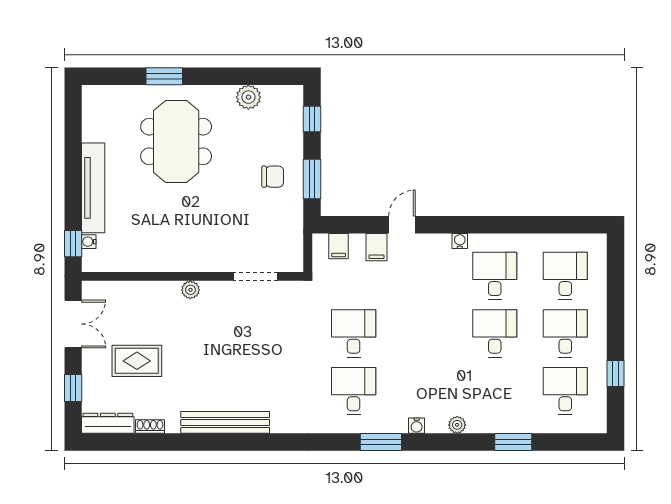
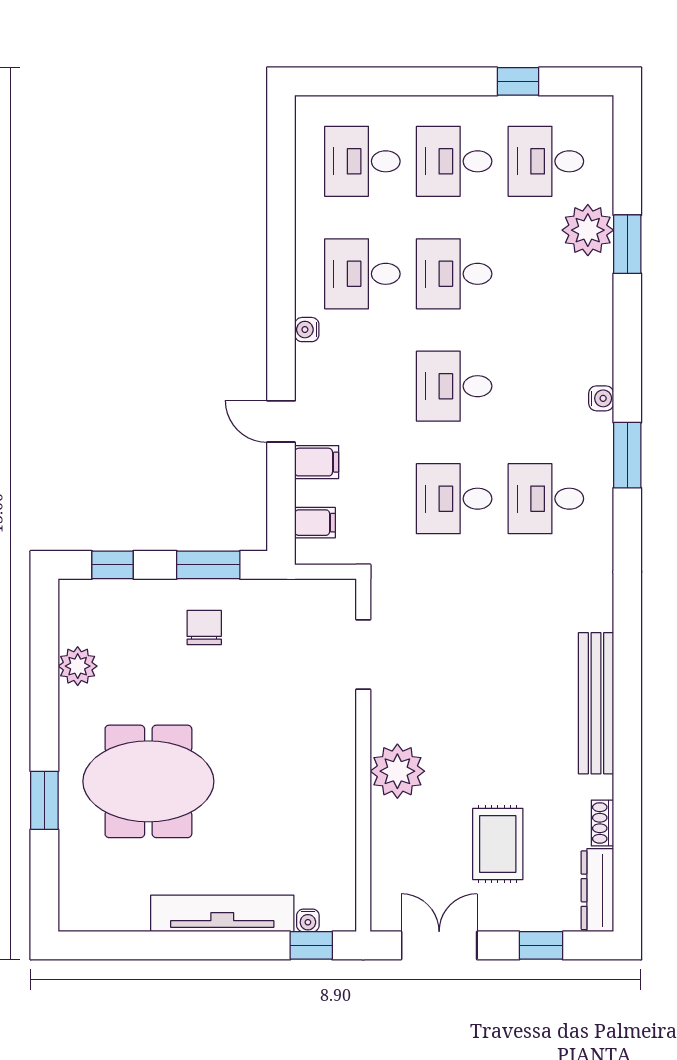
plant: (190, 290) -> (397, 771), width x1.88, depth x1.88
desk: (424, 333) -> (454, 386), added
plant: (457, 425) -> (588, 230), moved, width x1.88, depth x1.88

